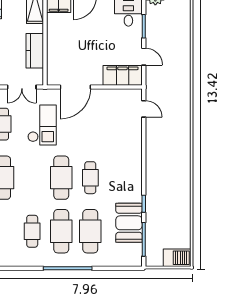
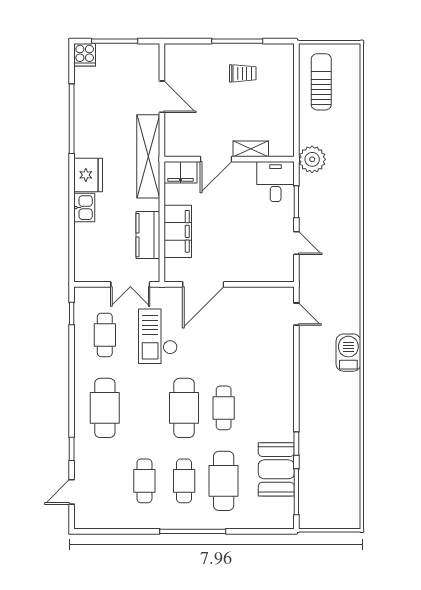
filing cabinet: (122, 75) -> (178, 231), moved, turned 90
checkout: (42, 125) -> (158, 336), turned 180
cafe table: (61, 231) -> (184, 481), width x0.73, depth x0.74
barbecue: (177, 258) -> (348, 353), moved, turned -90

